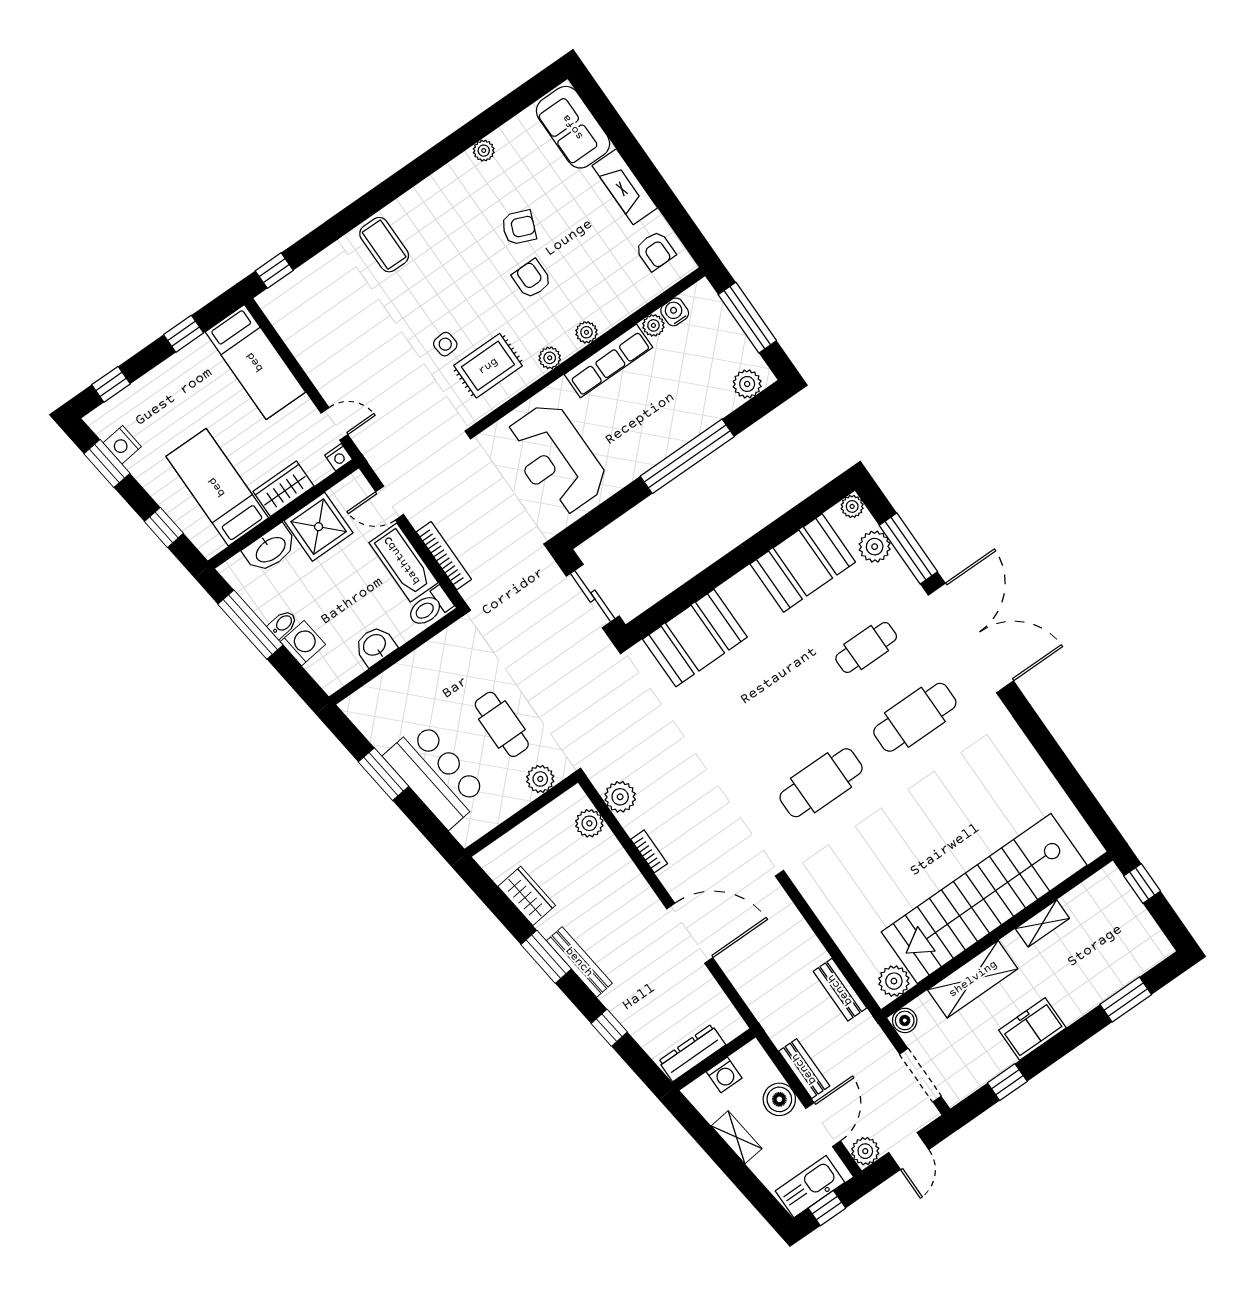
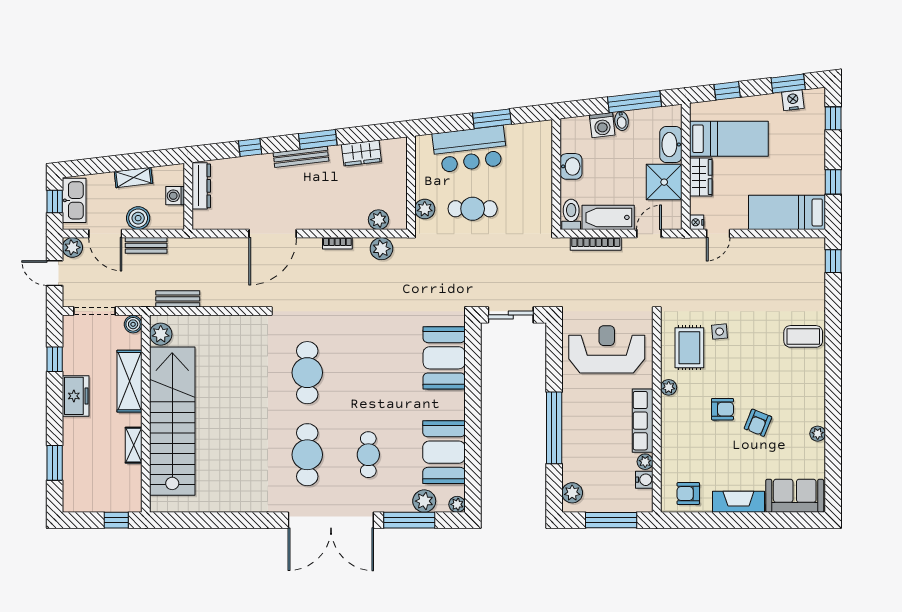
plant: (586, 332) -> (669, 419), removed

